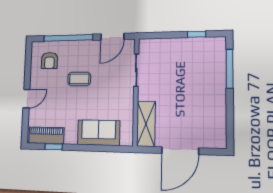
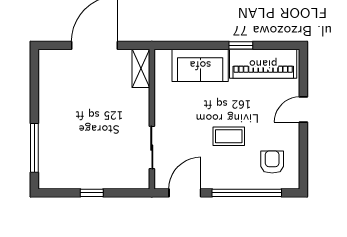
window: (197, 34) -> (92, 193), moved
shelving: (146, 124) -> (141, 68), width x0.67, depth x0.75
piano: (46, 135) -> (263, 64), width x1.37, depth x1.33
window: (54, 147) -> (241, 45), moved

